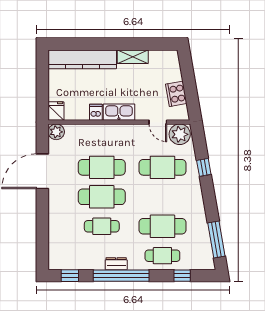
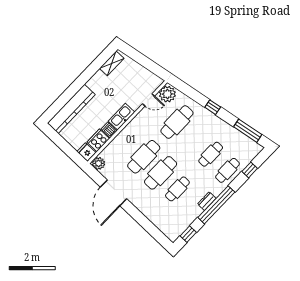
shelving: (133, 57) -> (112, 63), moved
cooker: (176, 94) -> (98, 140), moved, turned 100
window: (204, 167) -> (213, 107), moved
cafe table: (162, 226) -> (211, 154), width x0.73, depth x0.74

